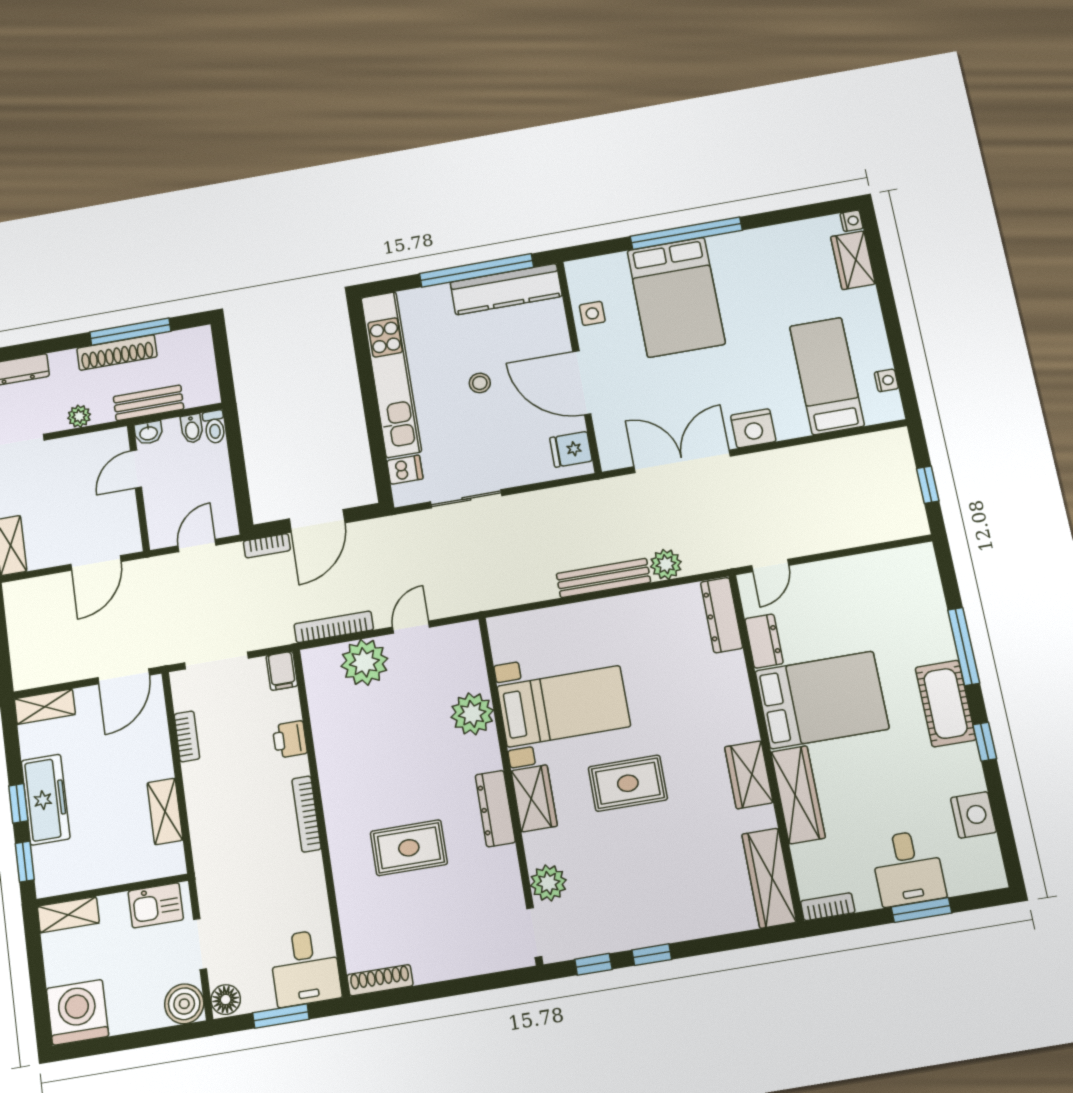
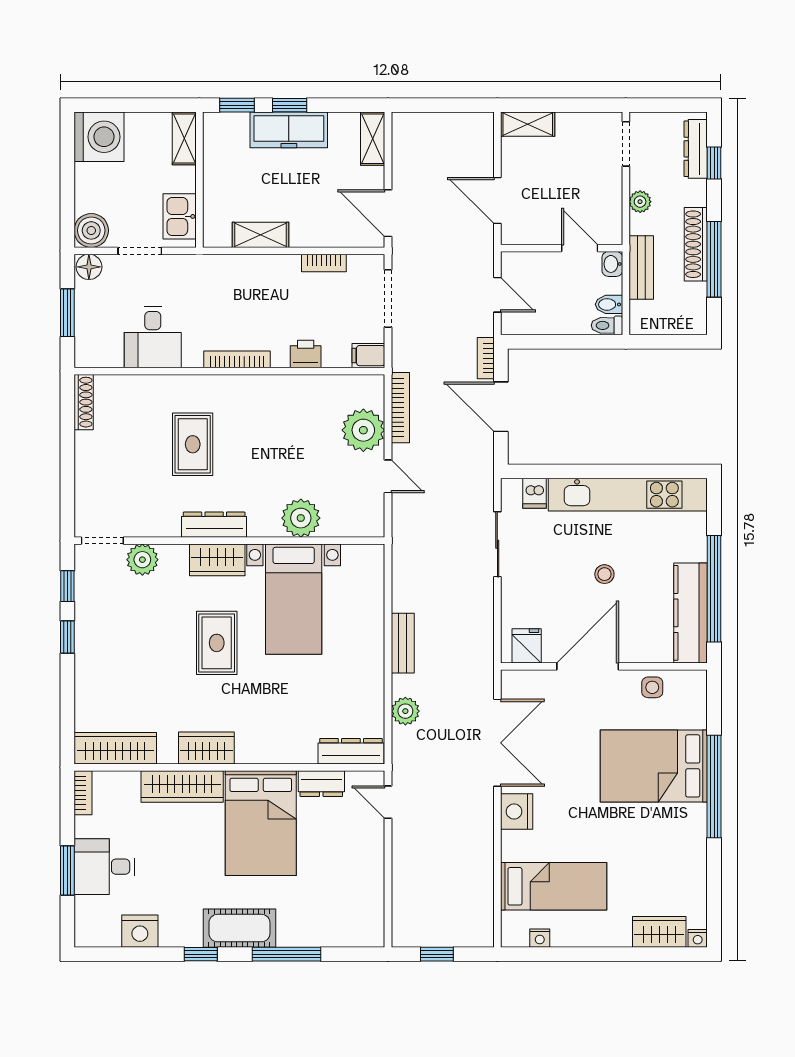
window: (30, 349) -> (714, 163), added
bench: (603, 578) -> (403, 643), width x0.73
desk: (305, 968) -> (153, 337), moved, turned -90

